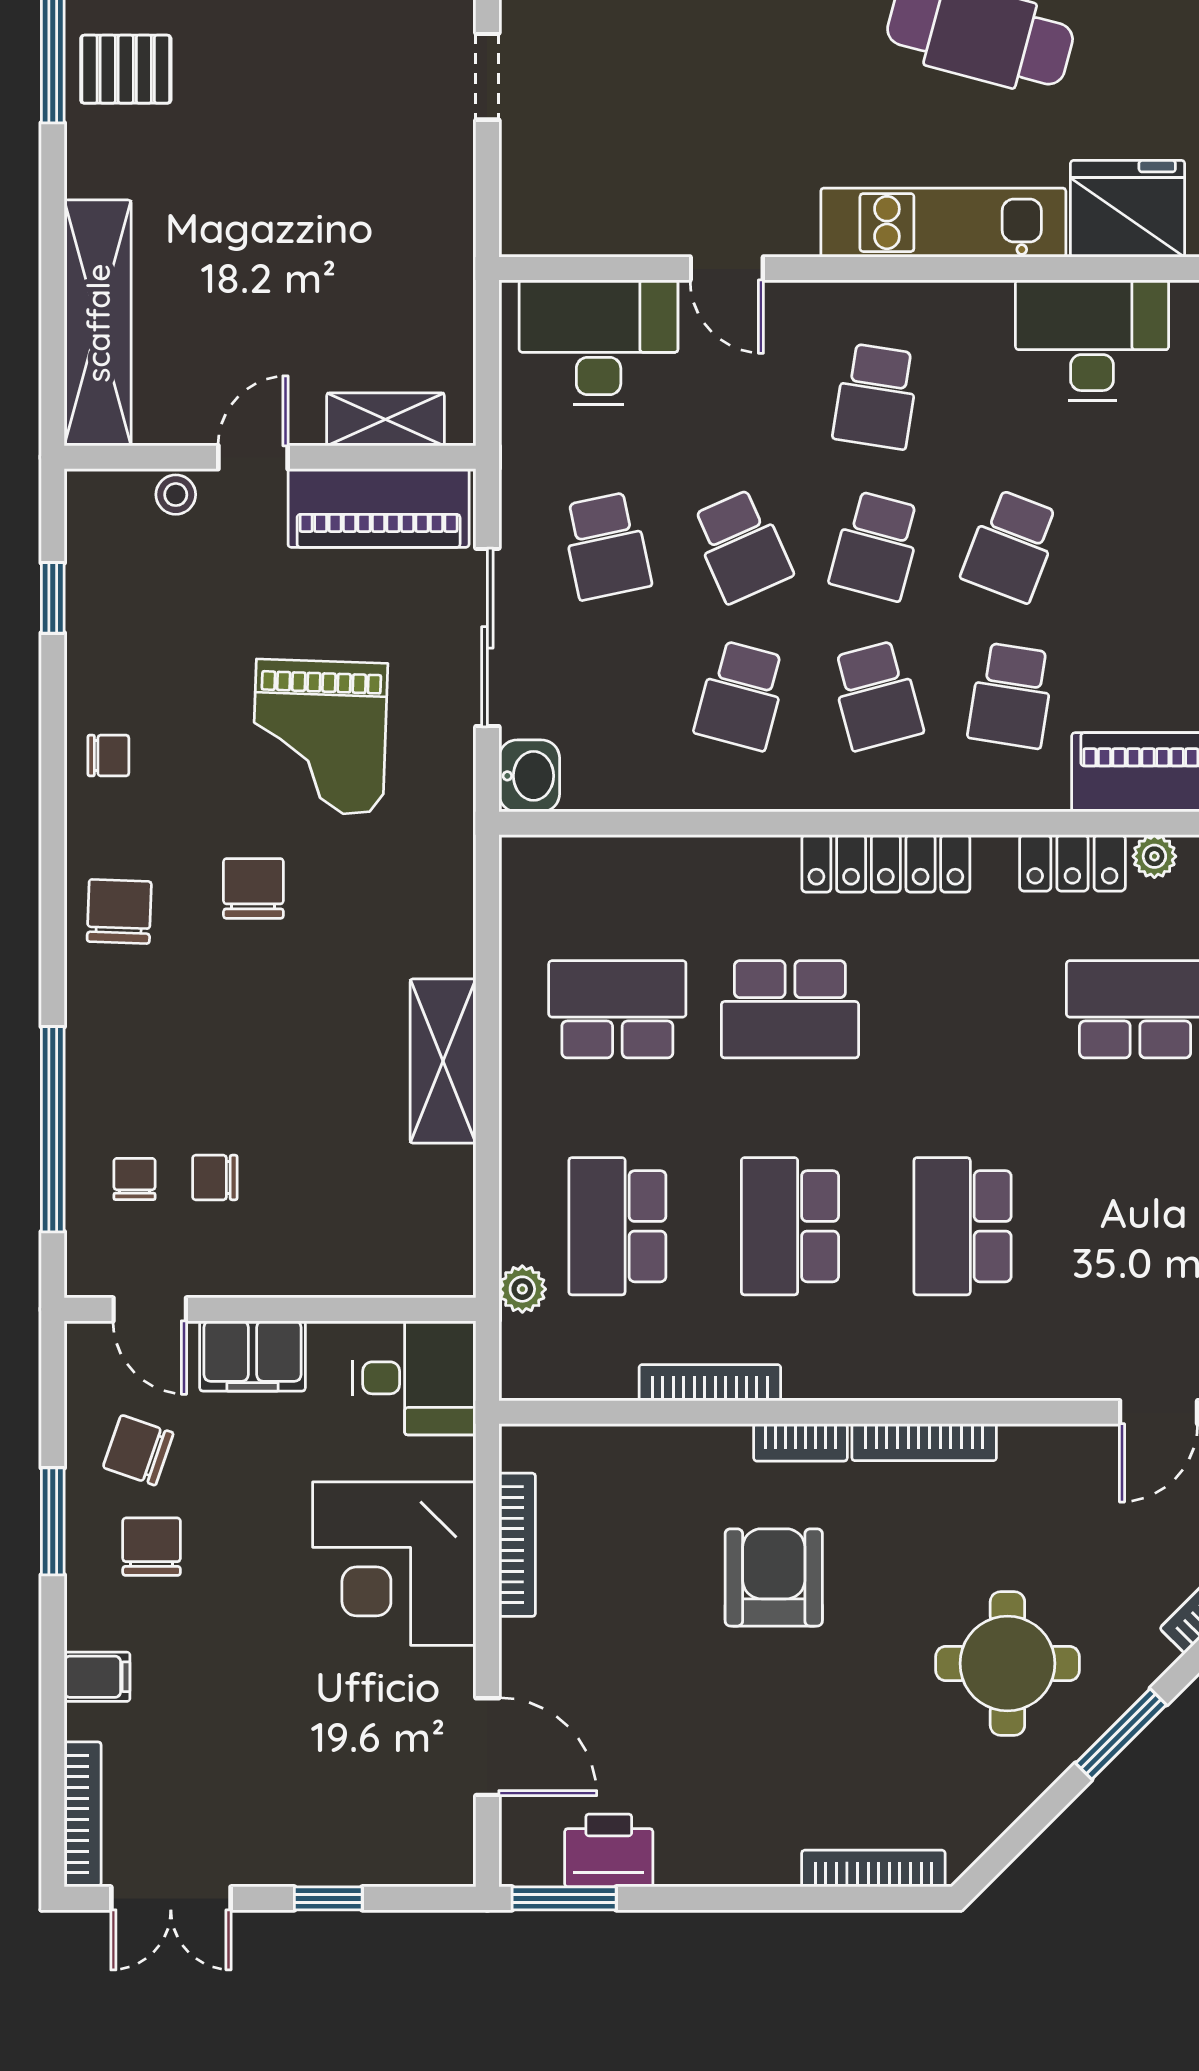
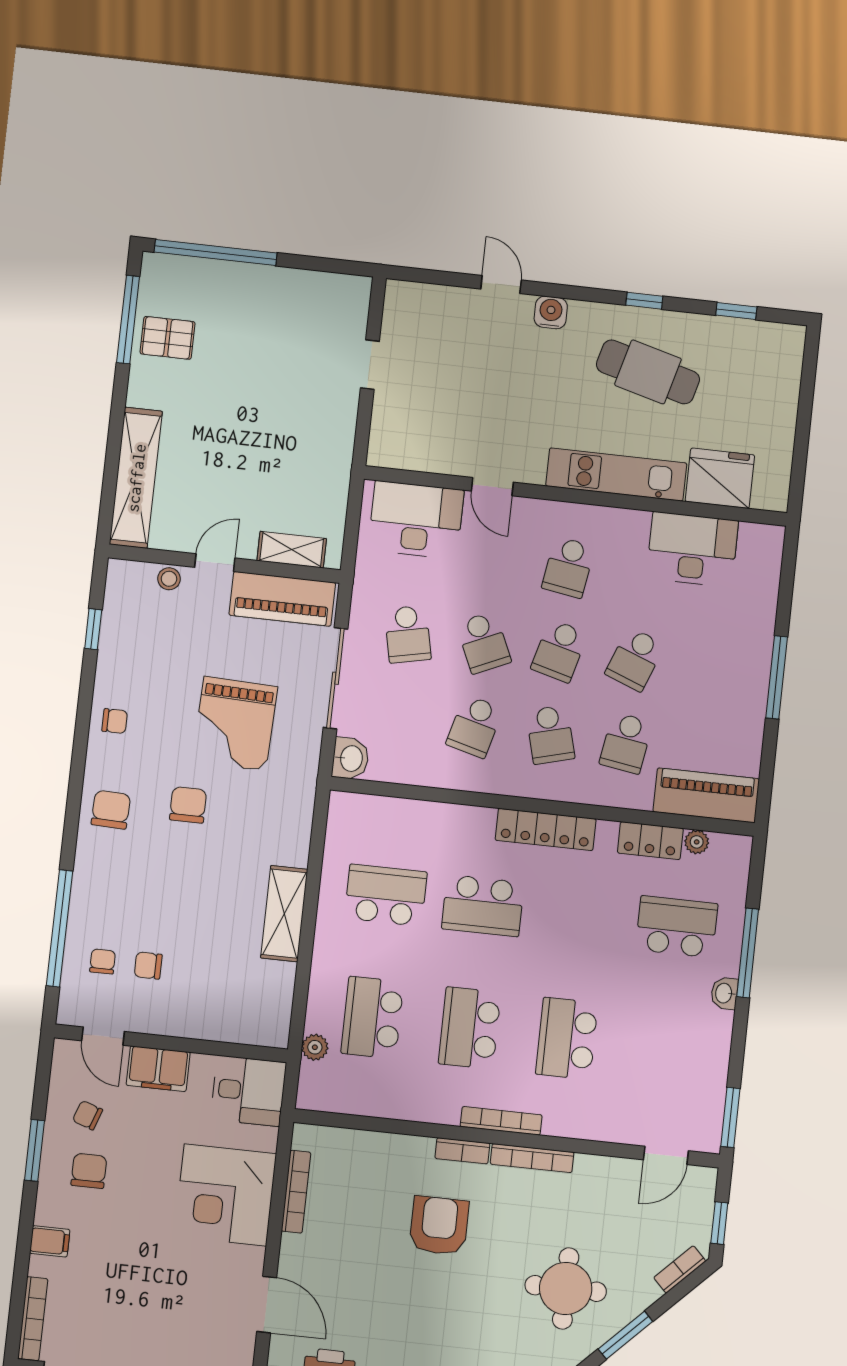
bookcase: (710, 1383) -> (501, 1121), moved
chair: (138, 1450) -> (88, 1115), width x0.73, depth x0.73

